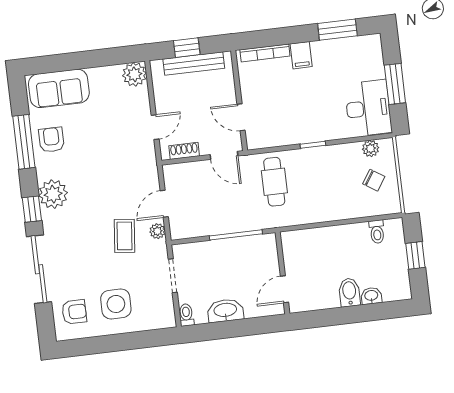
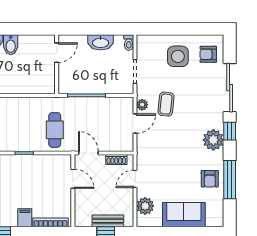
bench: (194, 64) -> (108, 221), width x0.73
plant: (134, 74) -> (145, 206), moved
sofa: (59, 88) -> (184, 215), moved

